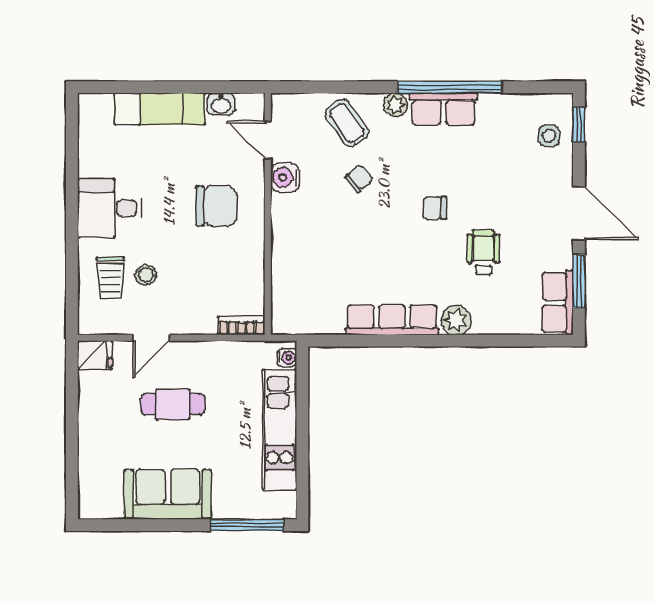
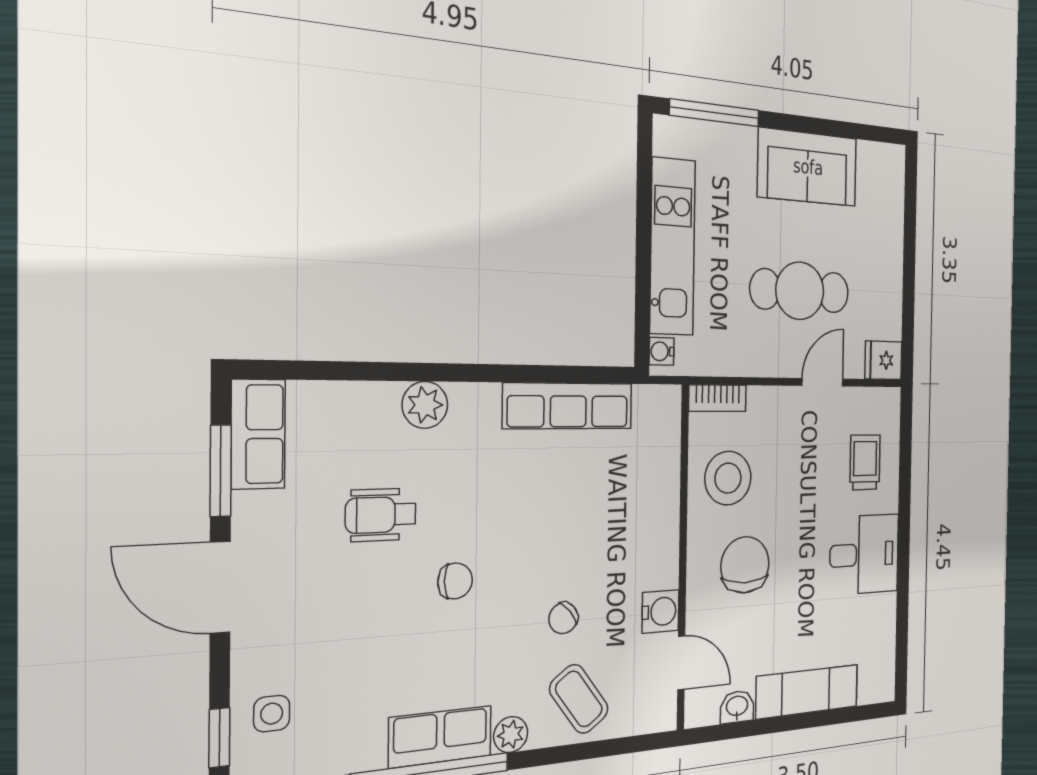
chair: (216, 206) -> (745, 565), turned 90
wheelchair: (483, 252) -> (381, 515), turned 90
stool: (146, 275) -> (728, 478), moved, width x1.89, depth x1.89
row of seats: (392, 320) -> (568, 406), moved
cafe table: (173, 404) -> (800, 291), width x1.37, depth x1.35

